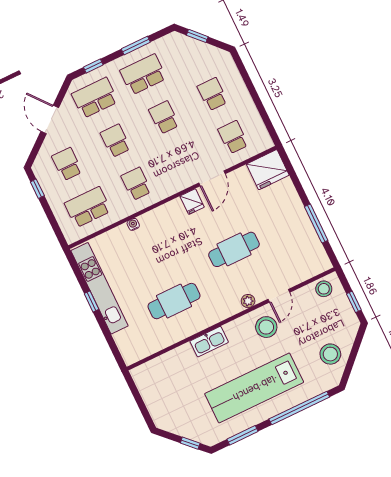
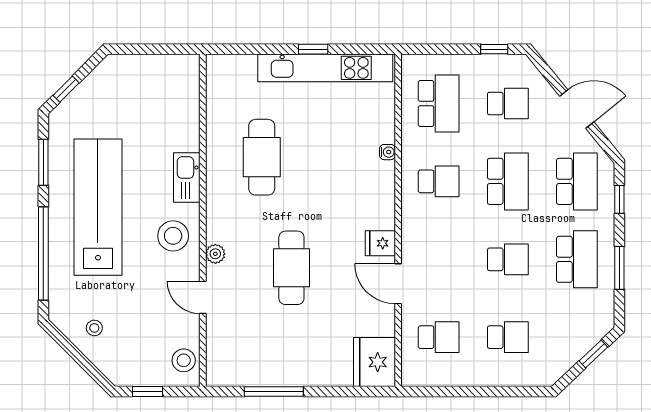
school desk: (115, 141) -> (508, 181), width x1.85
stool: (266, 327) -> (173, 236), moved
stool: (330, 354) -> (94, 328), width x0.53, depth x0.53

